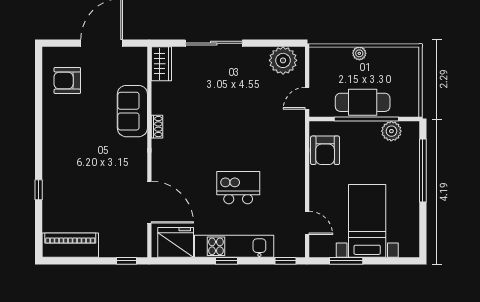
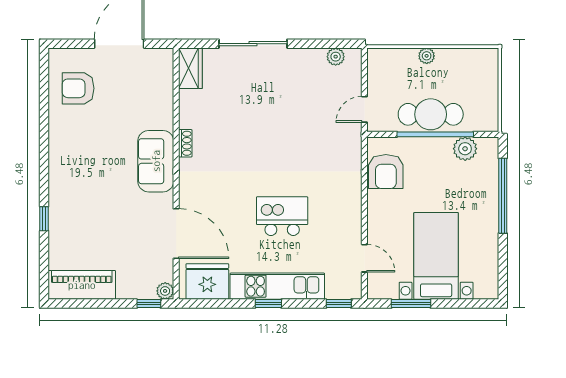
plant: (283, 60) -> (336, 57), width x0.53, depth x0.53
sofa: (132, 111) -> (156, 161), moved
plant: (140, 250) -> (165, 291), added

